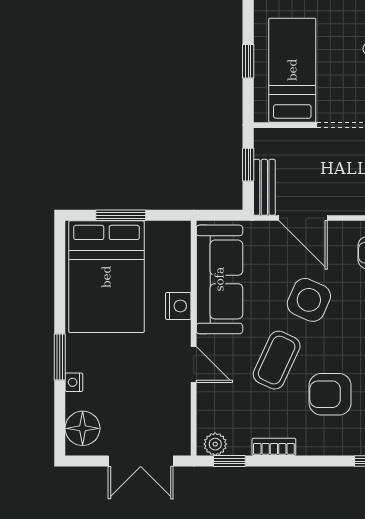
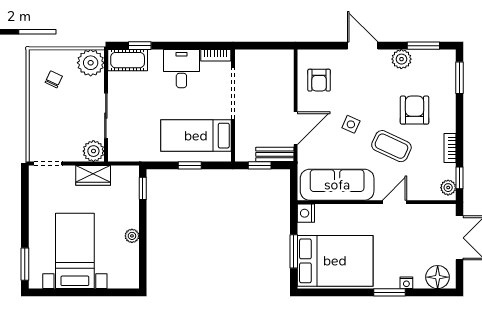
side table: (309, 300) -> (351, 124), width x0.54, depth x0.54
nightstand: (178, 306) -> (306, 213), moved, turned -90
armchair: (330, 394) -> (415, 110), turned 180

